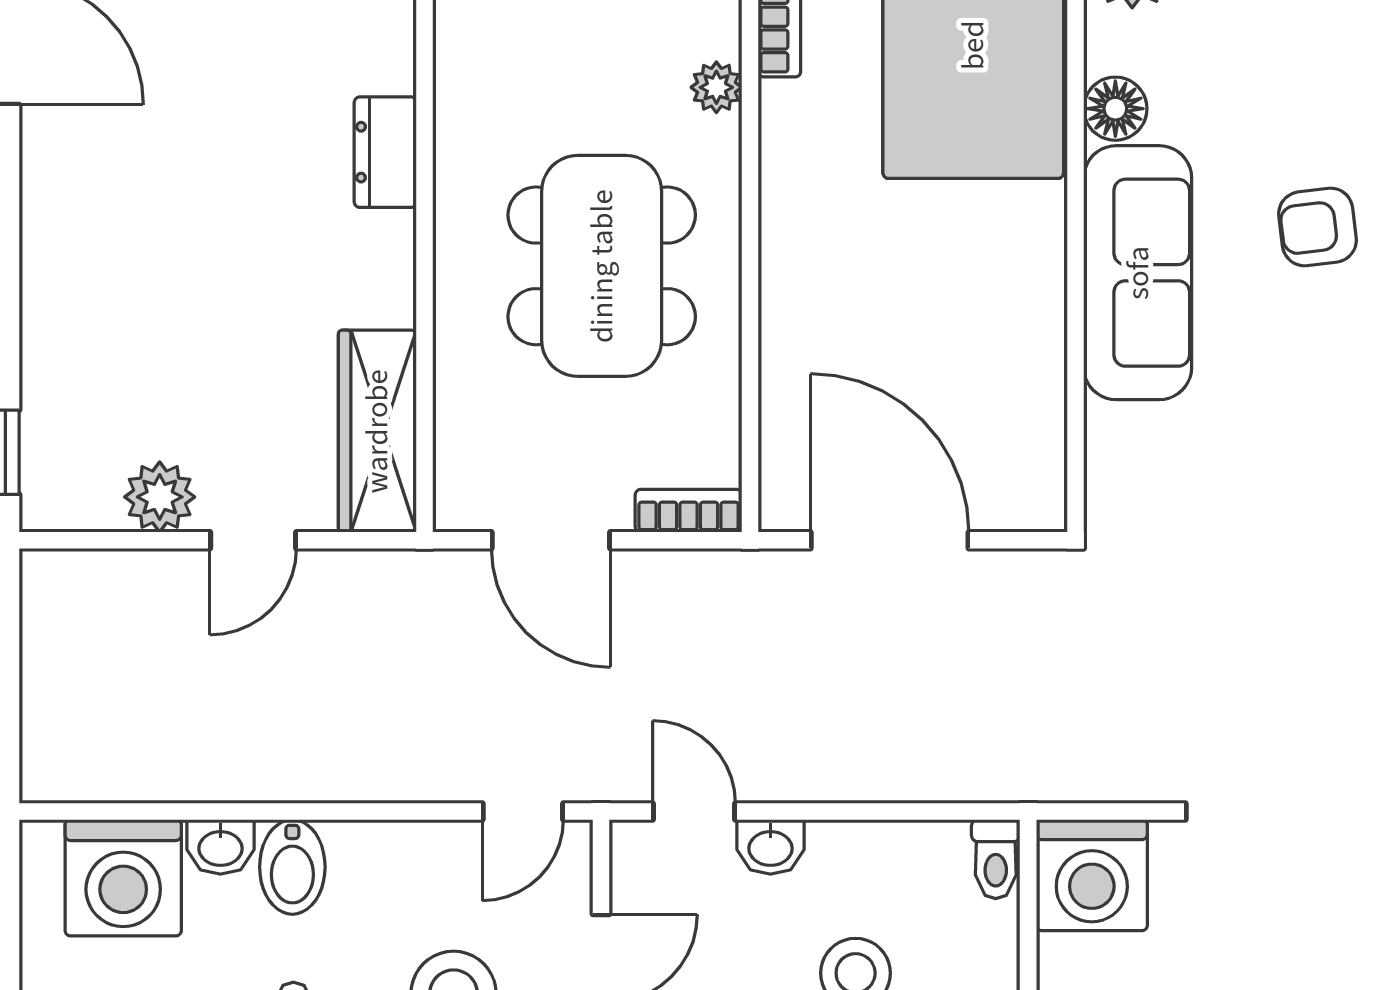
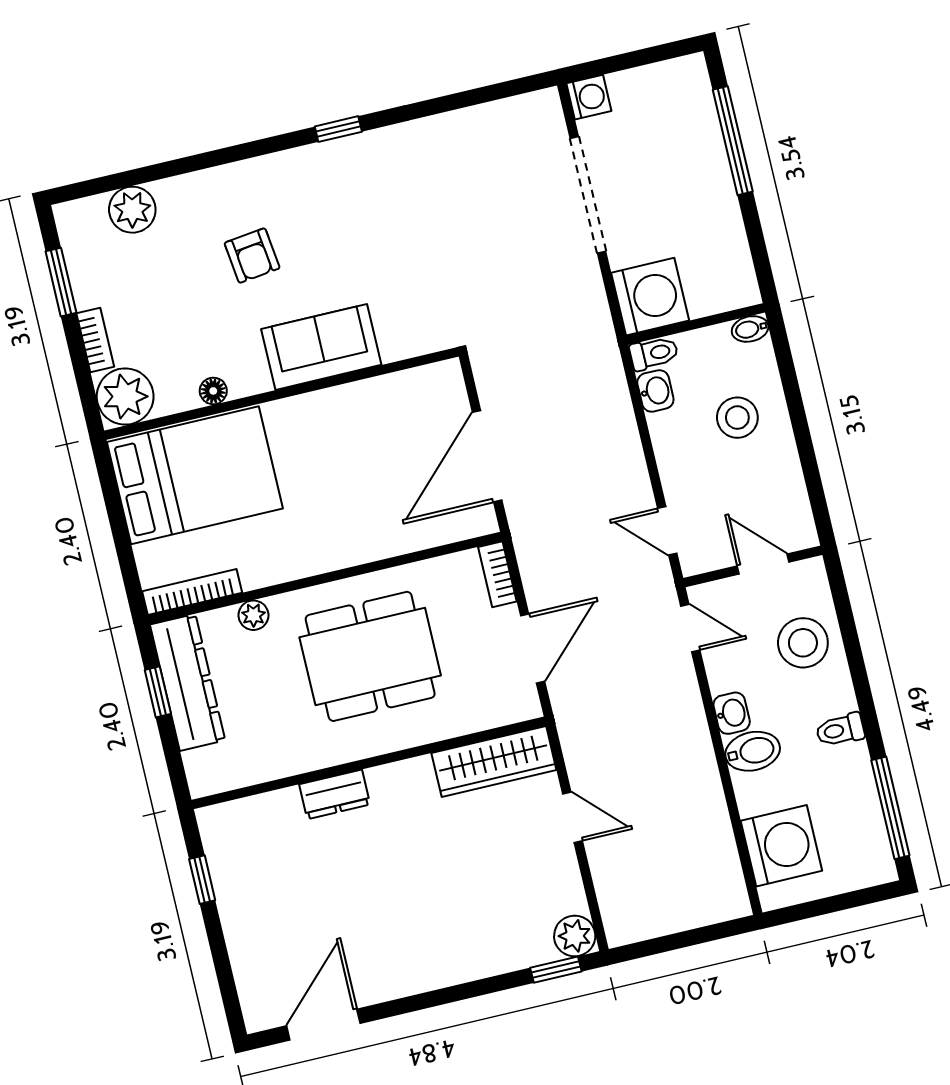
floor lamp: (1115, 109) -> (213, 391), width x0.73, depth x0.73
sofa: (1138, 273) -> (321, 347), width x0.73
plant: (160, 497) -> (575, 936), moved
door: (694, 811) -> (667, 531), hinge flipped
washbasin: (220, 847) -> (732, 713), moved
washbasin: (770, 847) -> (655, 391), moved

